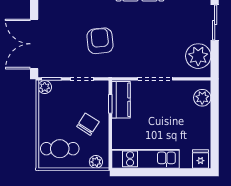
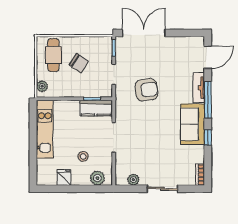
plant: (198, 56) -> (133, 180), width x0.53, depth x0.53
plant: (45, 87) -> (107, 42), removed
stool: (177, 114) -> (83, 156), added
chair: (88, 124) -> (79, 63), moved
fridge: (200, 159) -> (64, 177), moved, turned -90

